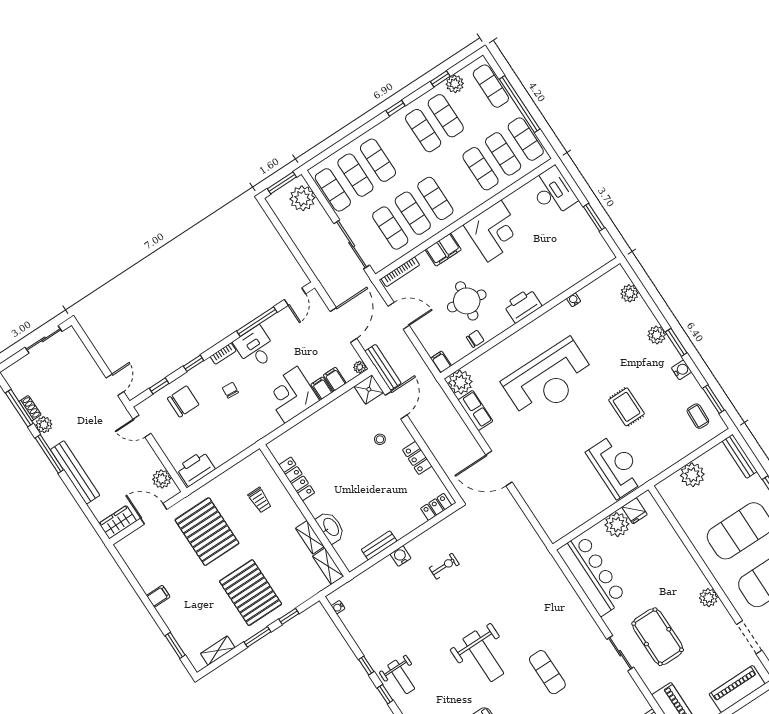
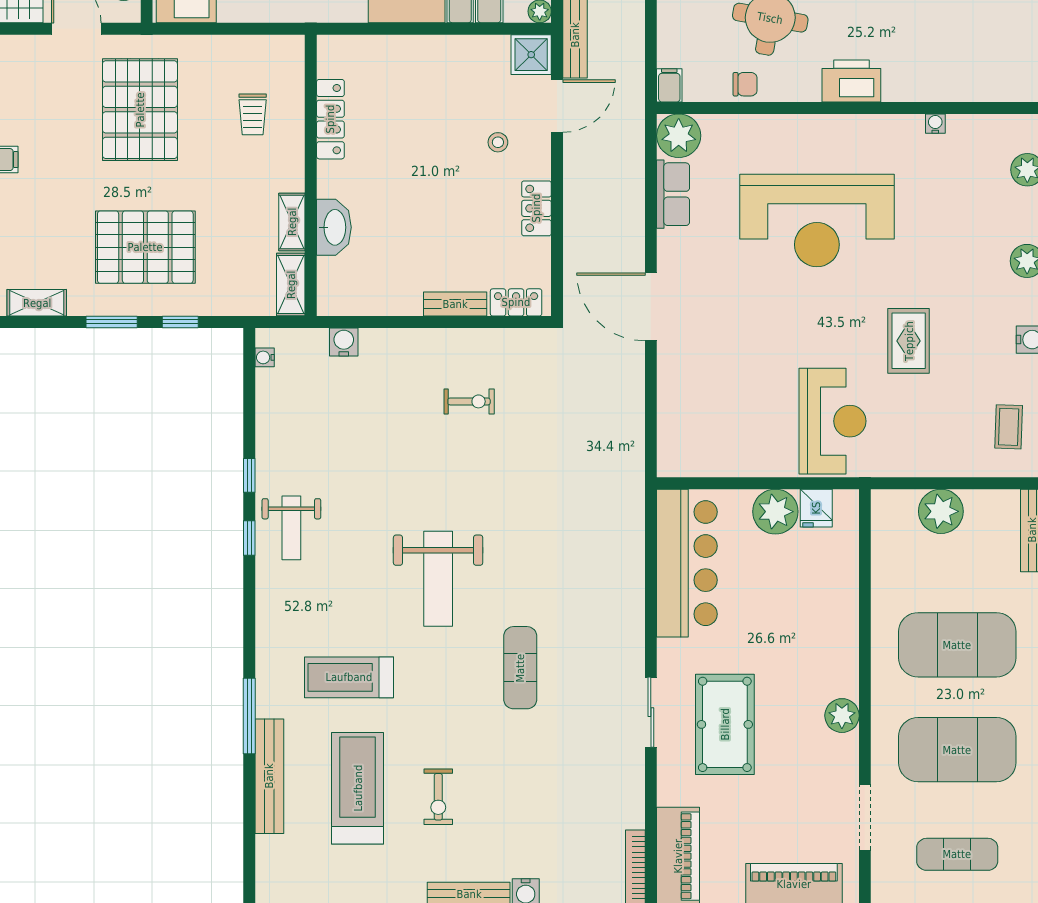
bench: (379, 545) -> (455, 304), moved
water cooler: (401, 556) -> (344, 342), moved
pallet: (251, 593) -> (145, 247), turned 90

